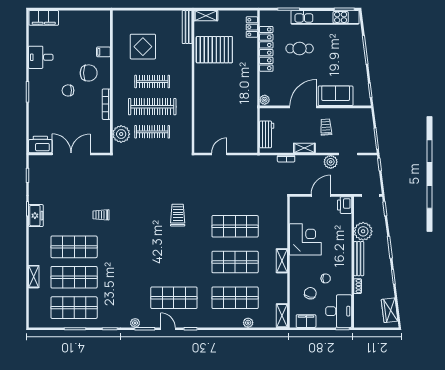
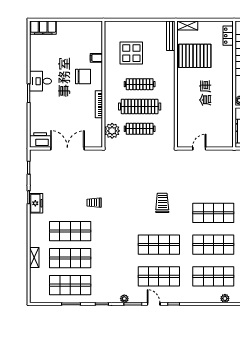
desk: (41, 57) -> (41, 81), moved
chair: (68, 90) -> (65, 92), removed
shop shelf: (174, 262) -> (159, 245), added

